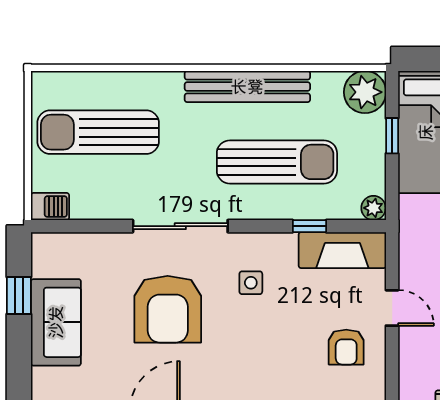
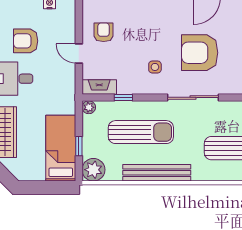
sun lounger: (277, 162) -> (141, 132), turned 180
fireplace: (342, 250) -> (99, 87), width x0.73, depth x0.76
armchair: (168, 309) -> (200, 53), turned -90

